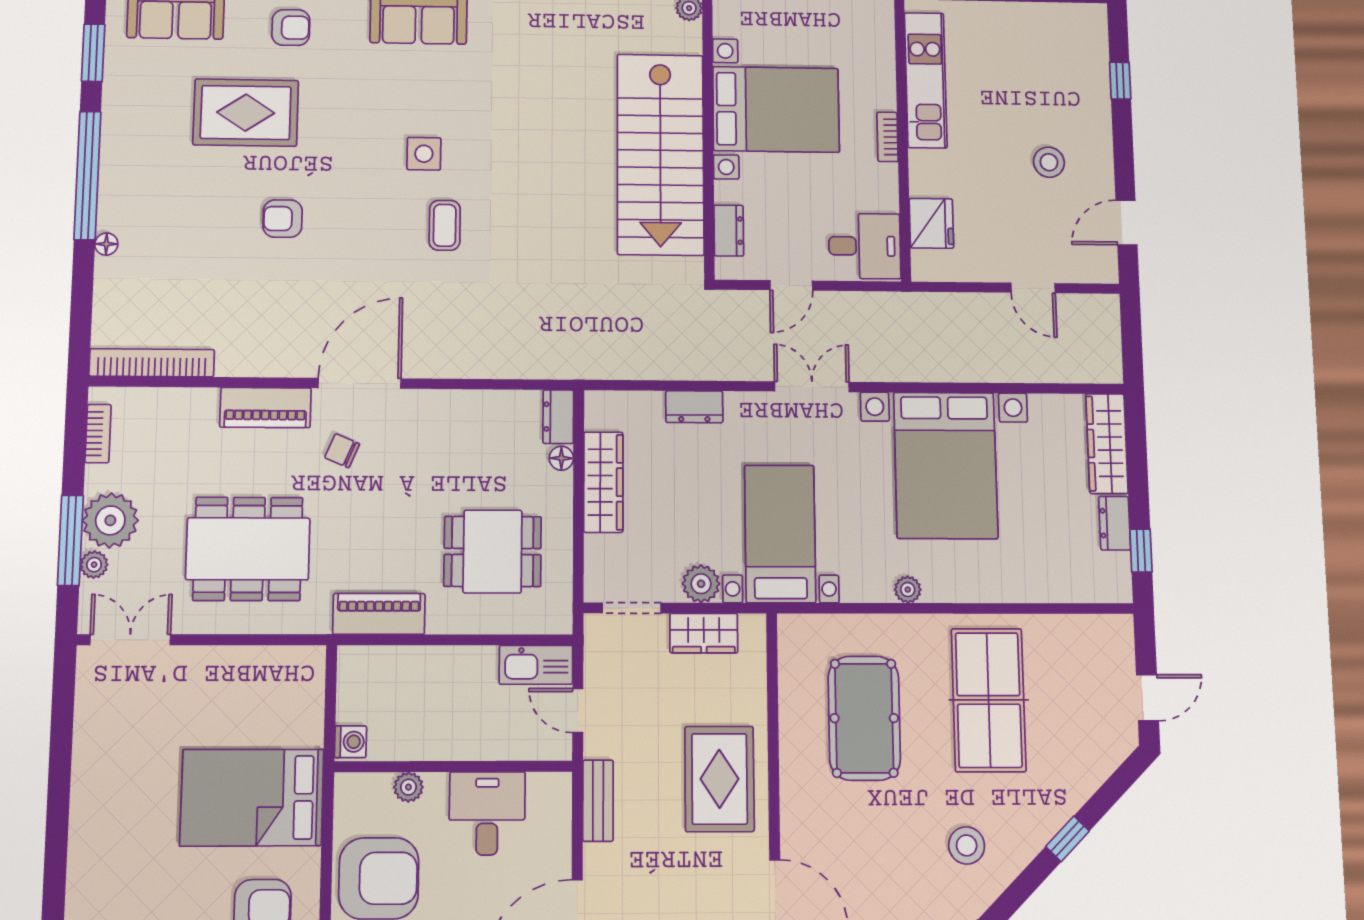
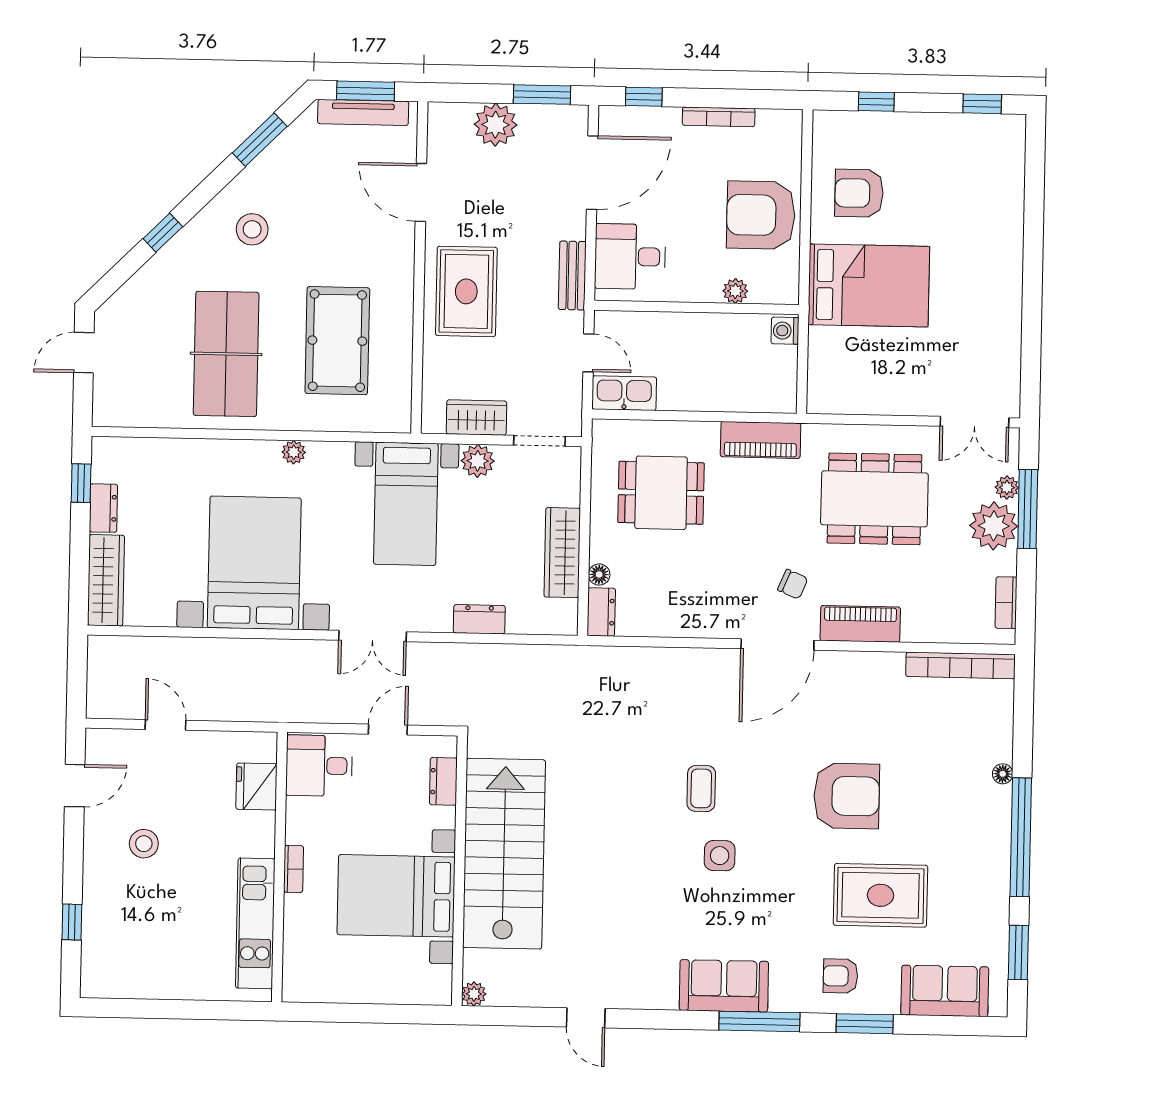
armchair: (283, 219) -> (847, 796), width x1.88, depth x1.88
desk: (487, 813) -> (630, 257), moved, turned 90

